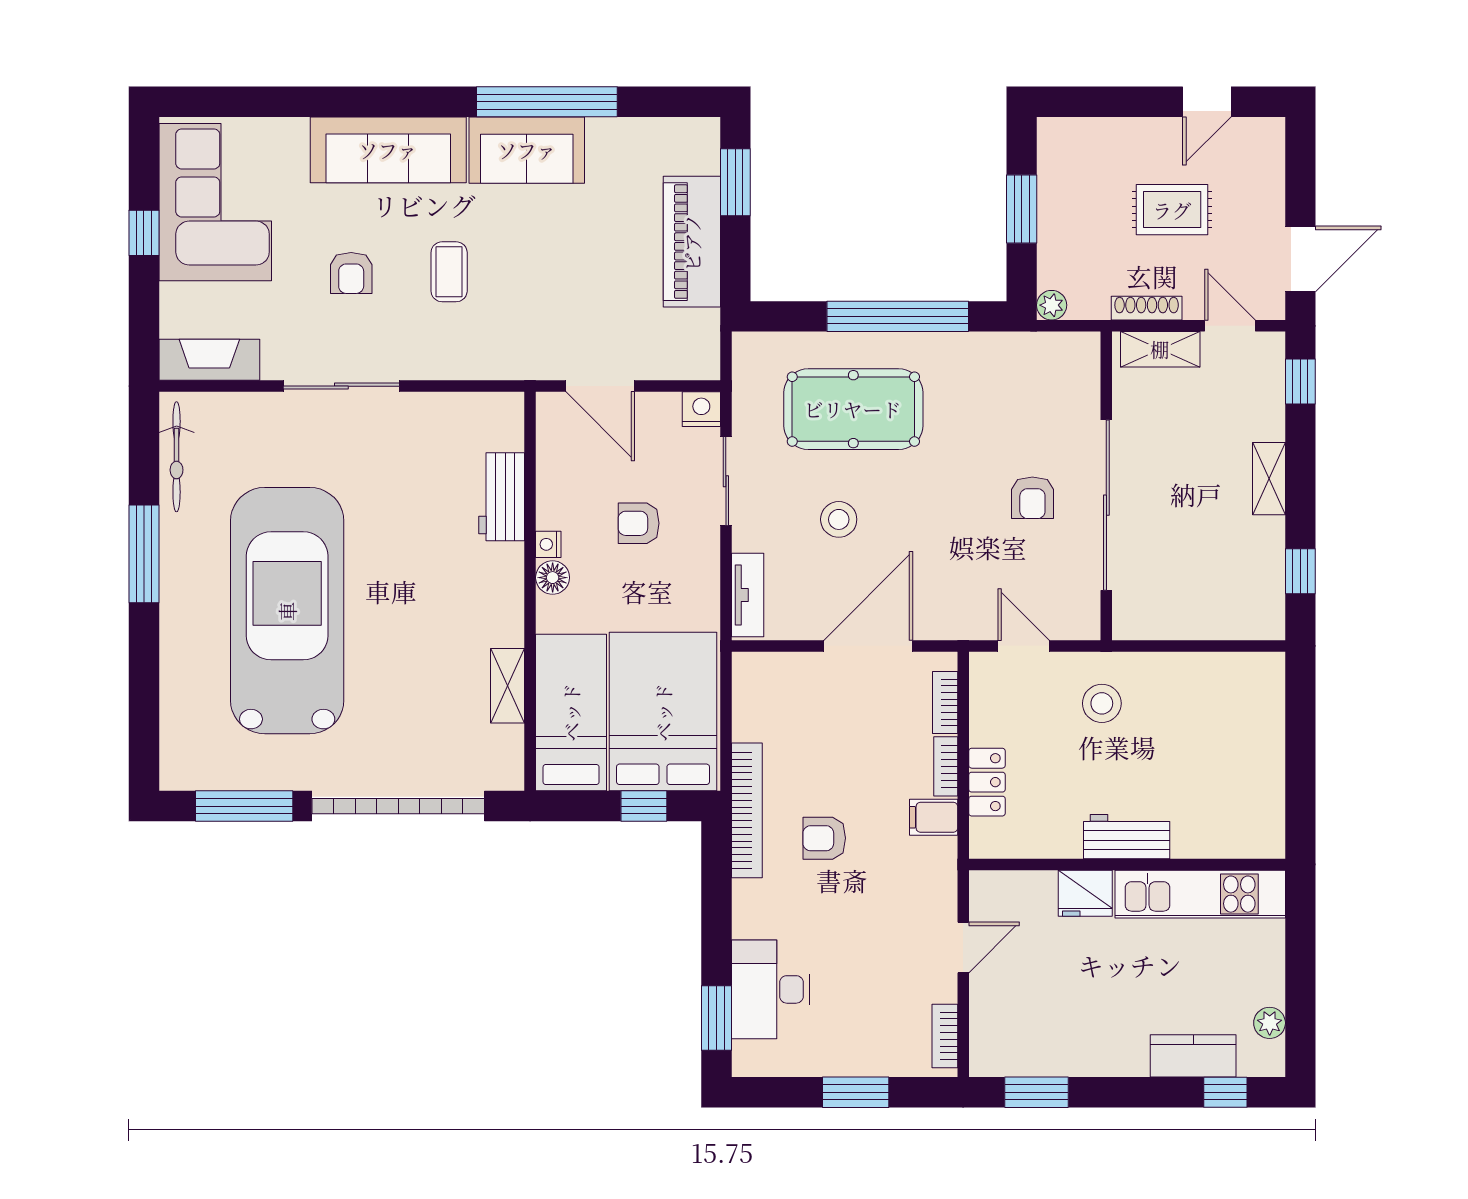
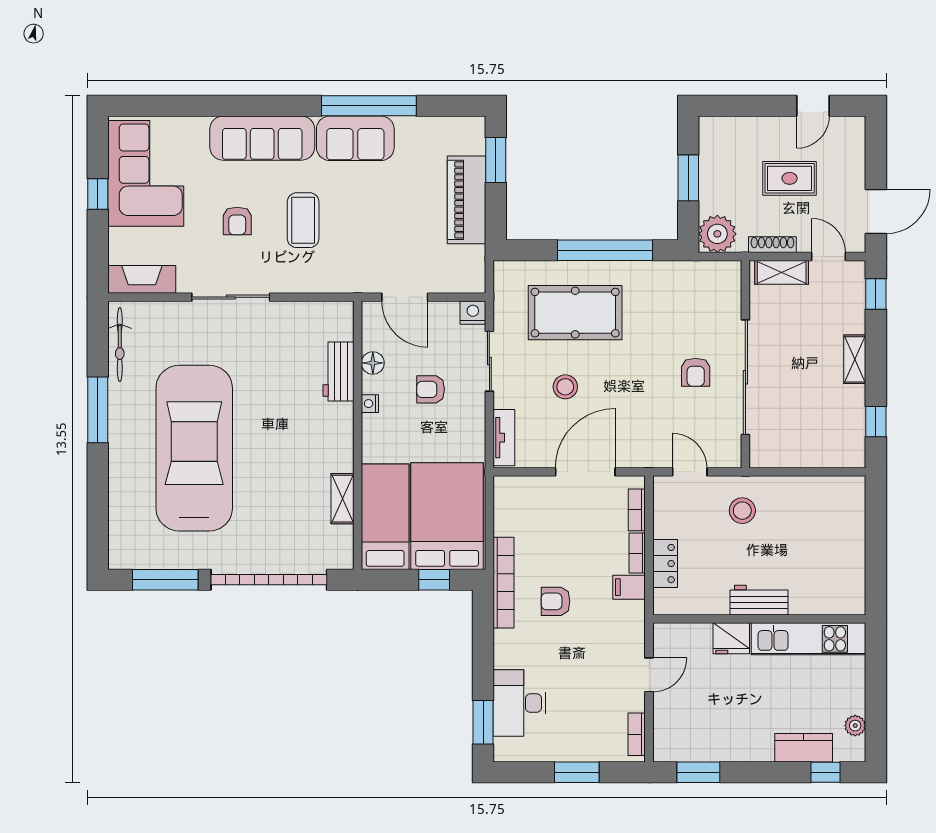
coffee table: (449, 272) -> (303, 220), width x1.36, depth x1.30
plant: (1052, 305) -> (717, 234), width x1.88, depth x1.88
floor lamp: (553, 578) -> (373, 363), moved

